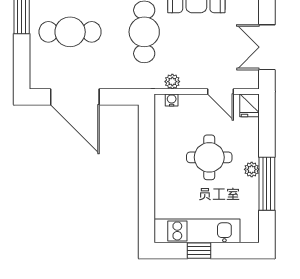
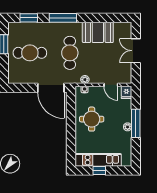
double door: (267, 47) -> (136, 51), moved
door: (75, 97) -> (51, 88), moved
round table: (209, 157) -> (92, 119), moved
window: (267, 184) -> (136, 123), moved

